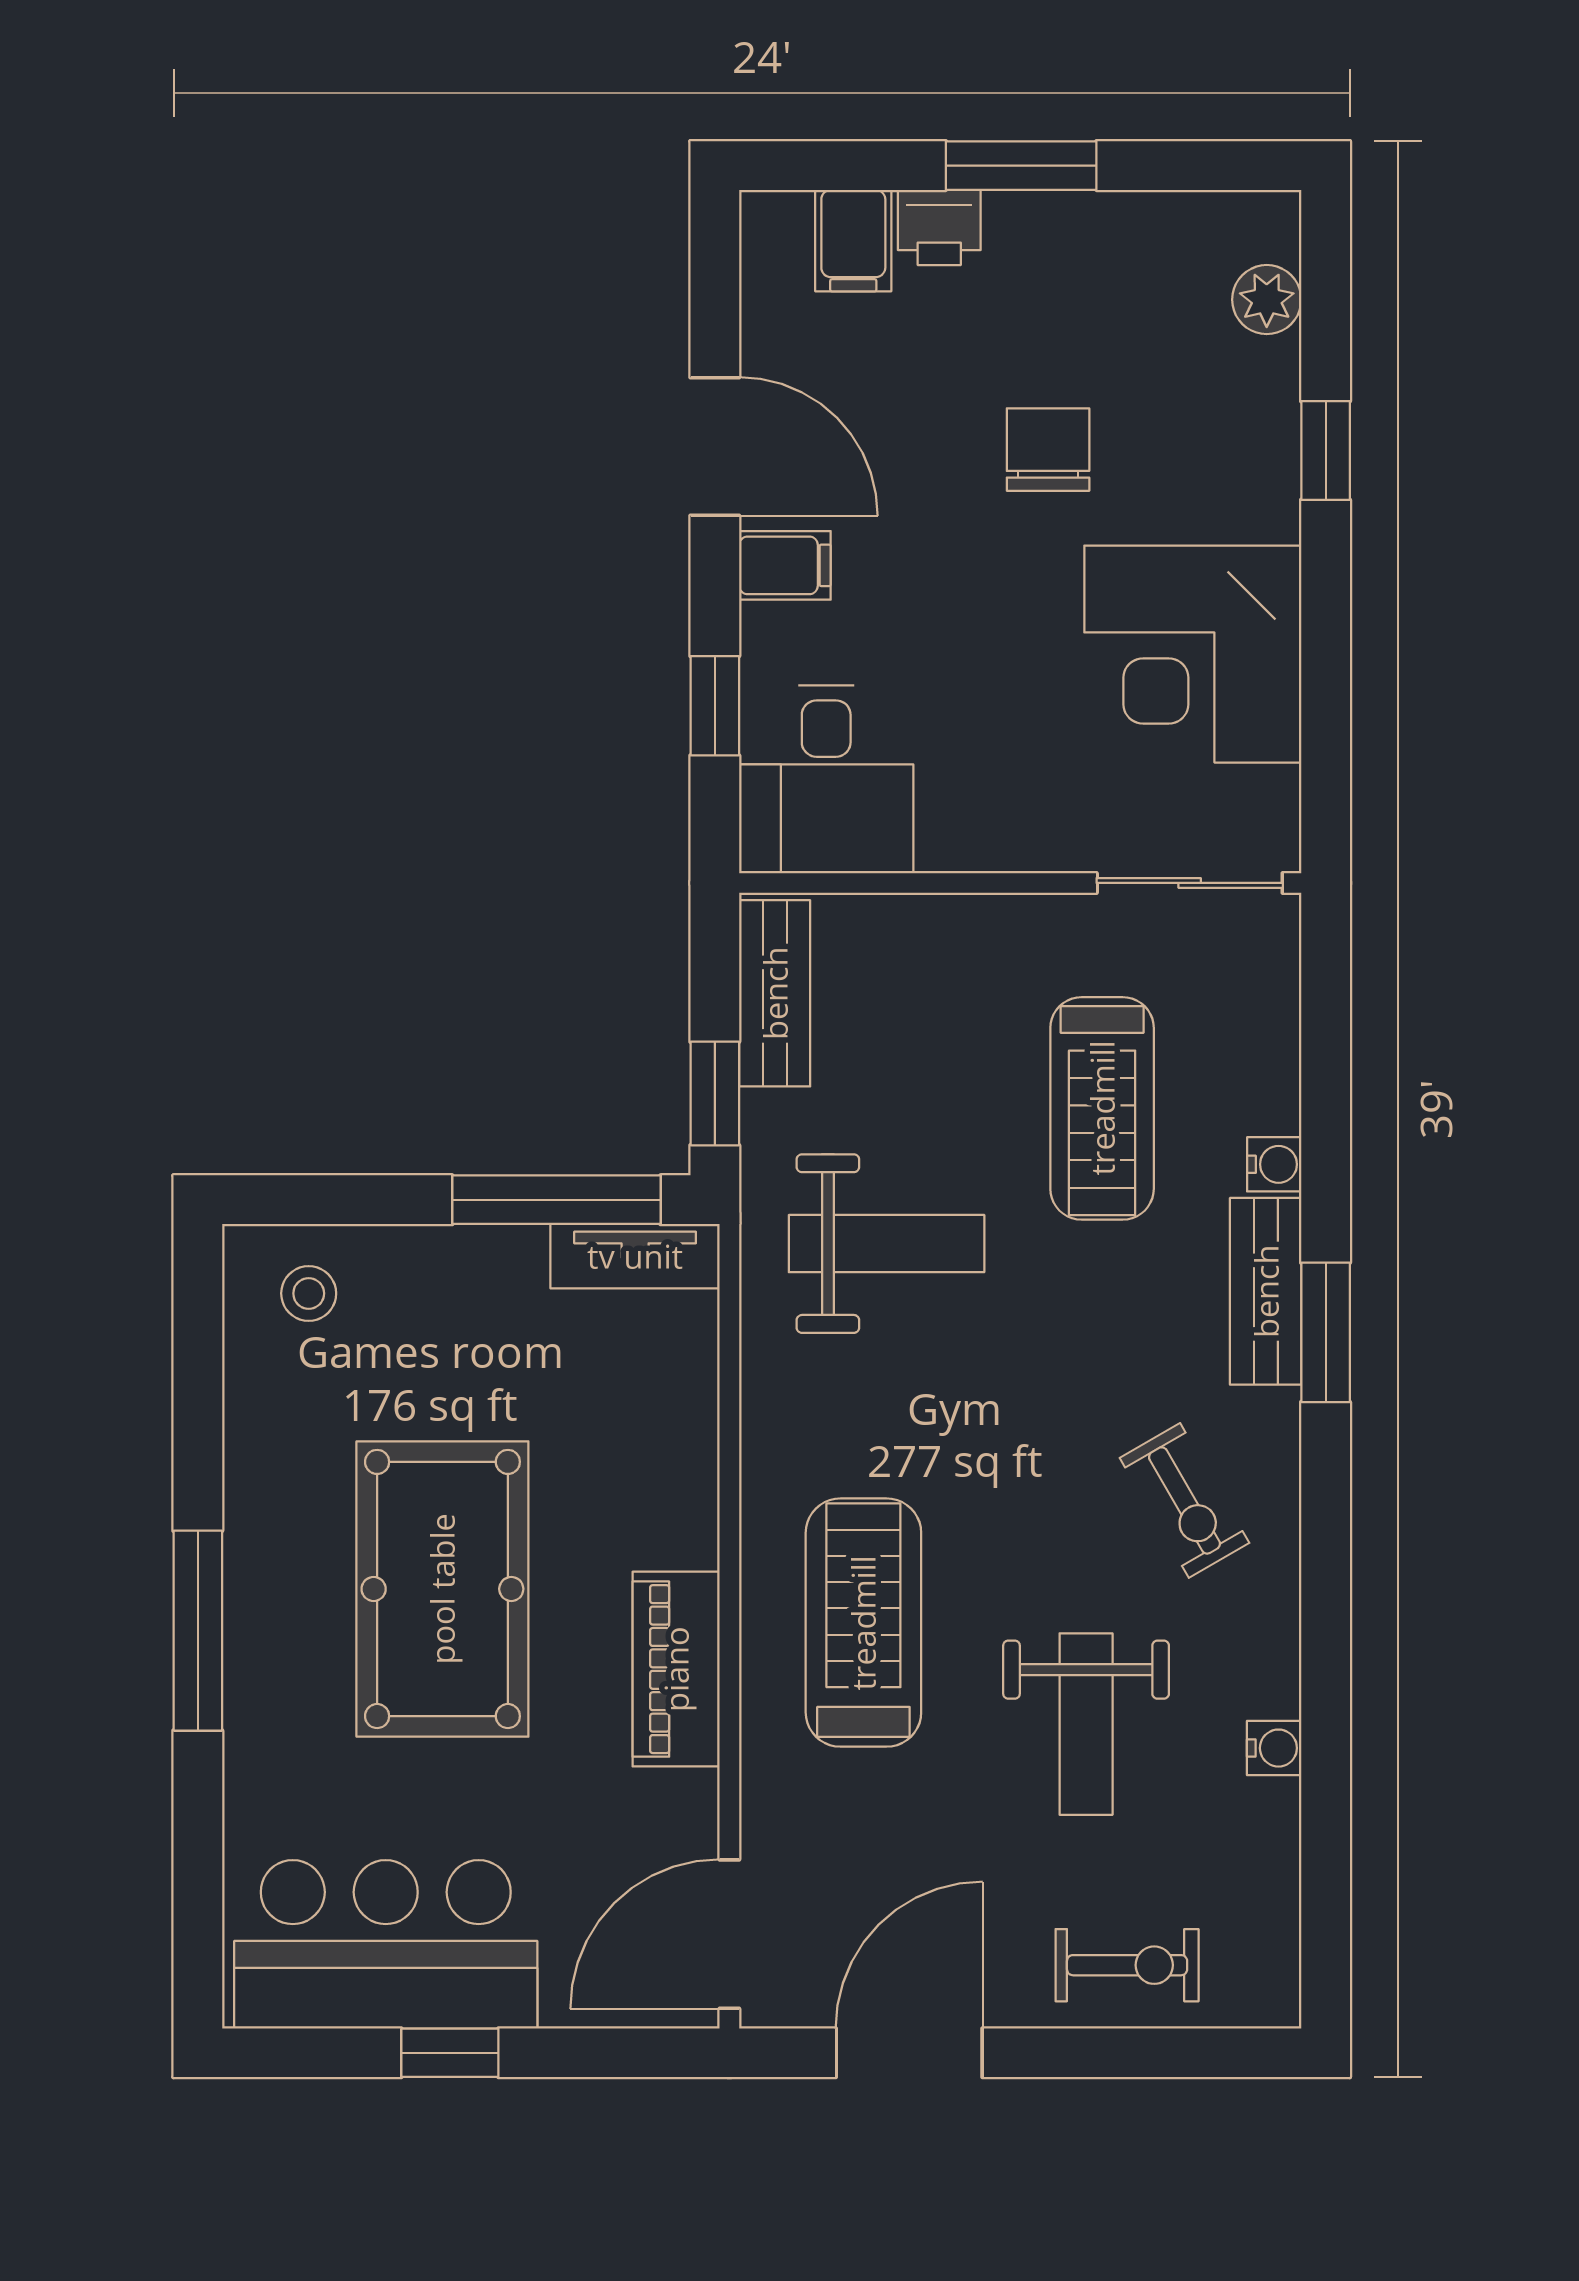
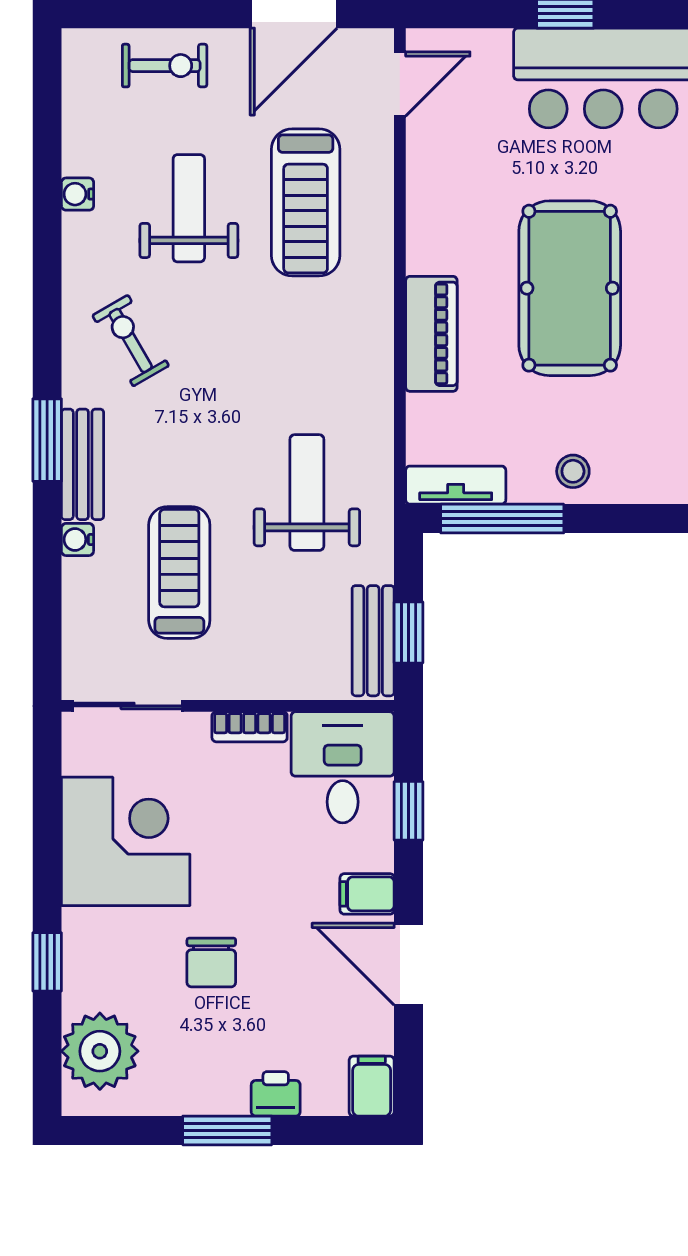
filing cabinet: (853, 241) -> (372, 1086), moved
plant: (1267, 300) -> (100, 1051), width x1.87, depth x1.87
bookcase: (983, 848) -> (250, 727), added
window: (715, 1094) -> (409, 632), moved
weight bench: (887, 1244) -> (307, 493), turned 90
stool: (309, 1293) -> (573, 471), moved
treadmill: (863, 1623) -> (306, 202), moved
piano: (676, 1669) -> (431, 334), moved
door: (729, 1934) -> (400, 84), width x0.73
exercise bike: (1127, 1965) -> (165, 66), turned 180

